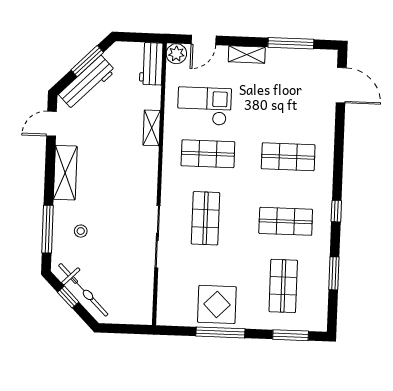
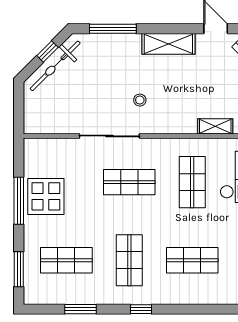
shop shelf: (288, 157) -> (192, 260), turned 90
stool: (81, 231) -> (140, 100), moved

